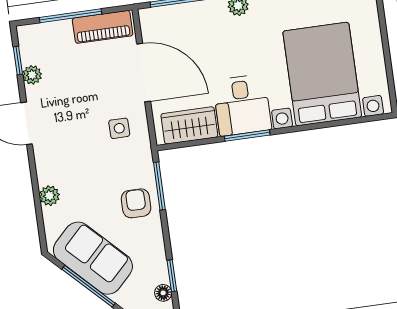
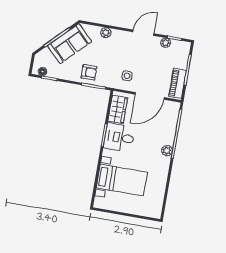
bed with nightstands: (322, 74) -> (122, 180), width x0.73

